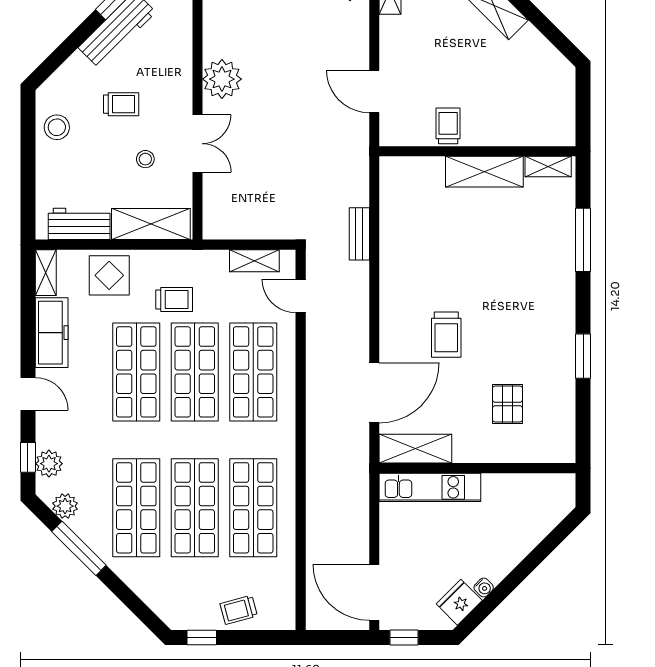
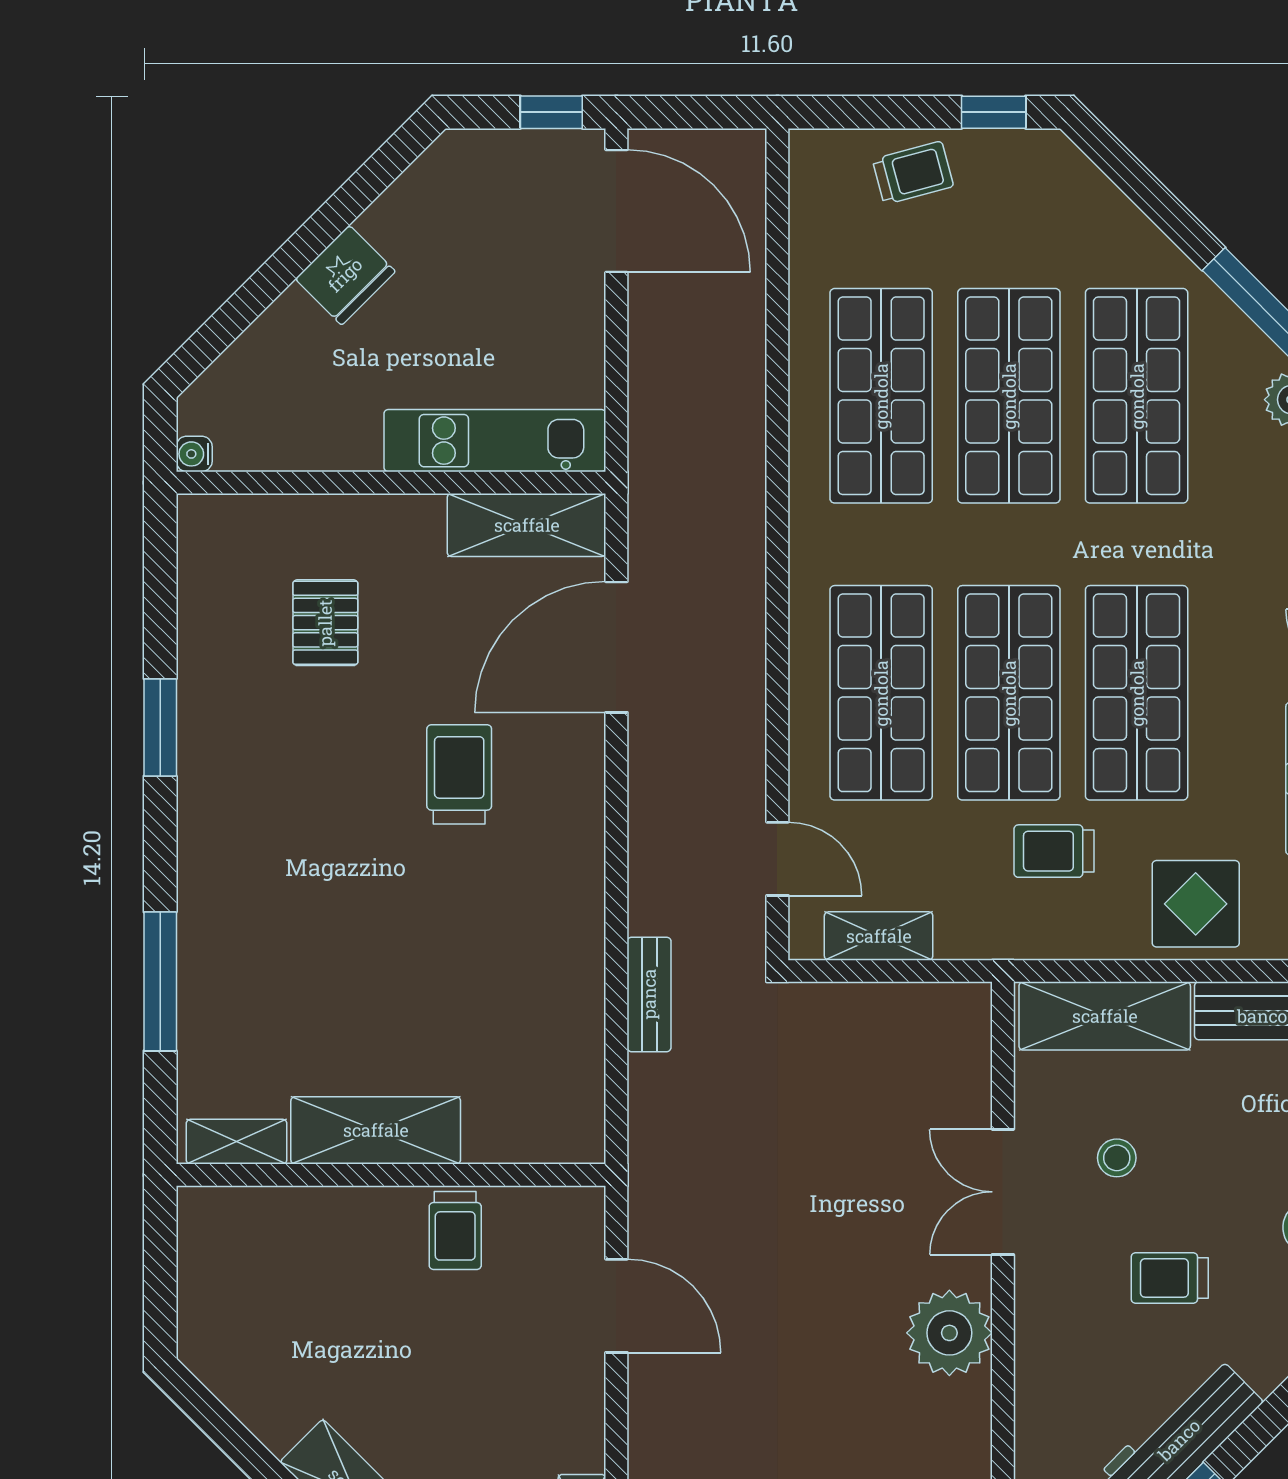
water cooler: (484, 587) -> (194, 454), moved, turned -45
fridge: (459, 602) -> (345, 275), moved

